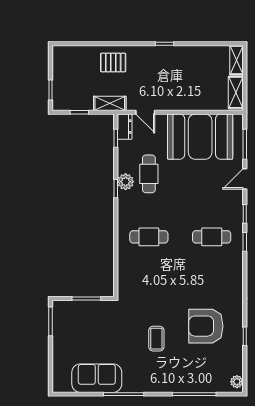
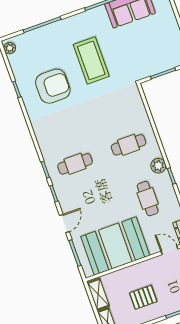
pallet: (190, 73) -> (143, 297), added
plant: (126, 182) -> (158, 166), moved
coffee table: (156, 339) -> (91, 60), width x1.86, depth x1.72

